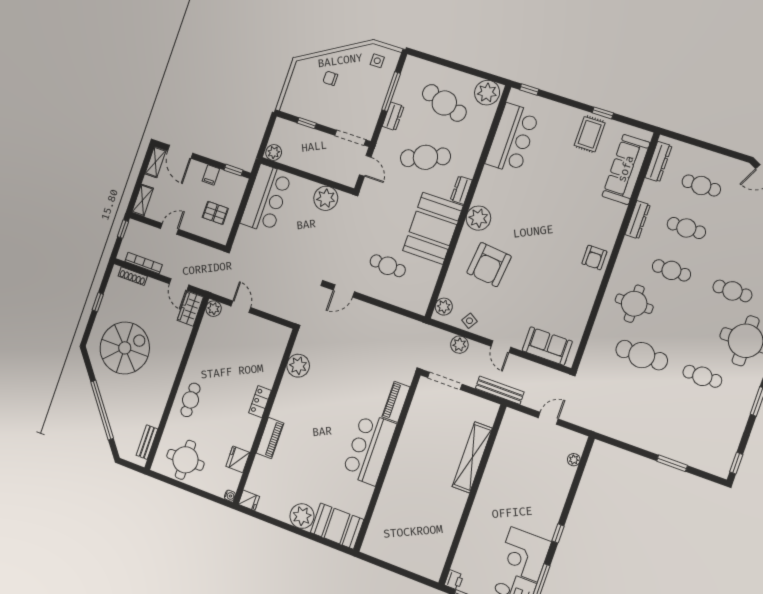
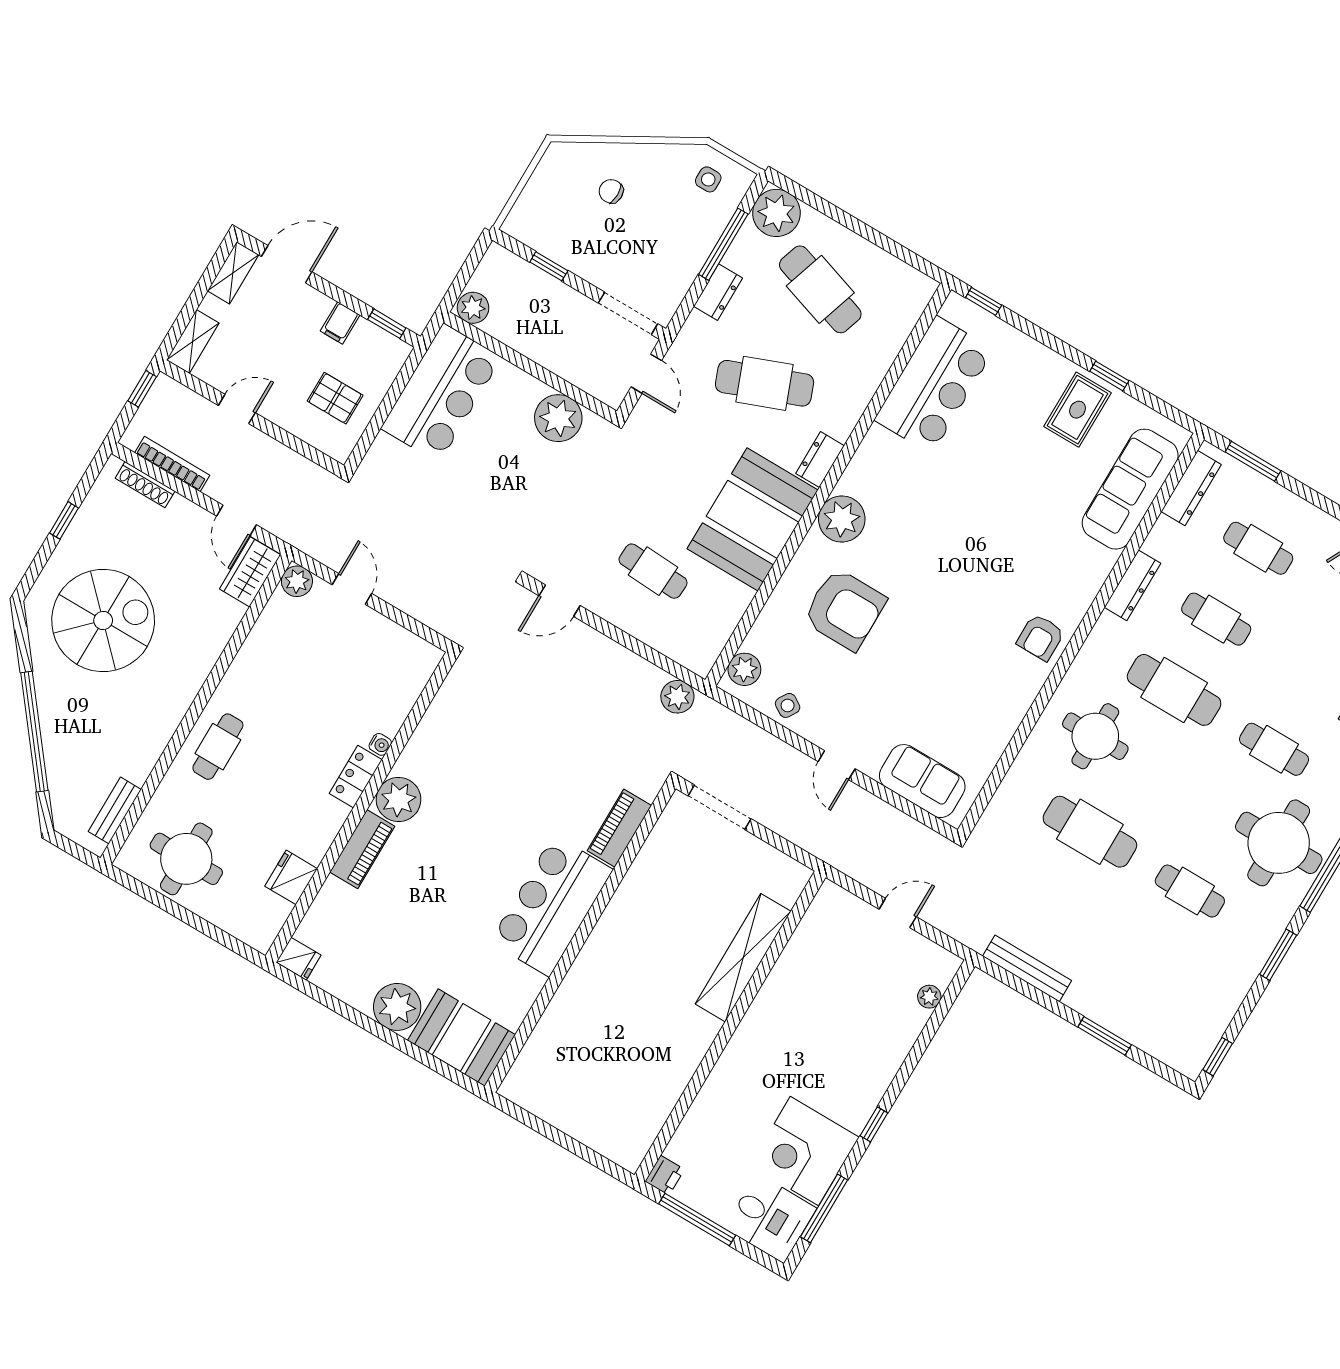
plant: (487, 93) -> (776, 213), moved
window: (689, 140) -> (1253, 461), added
door: (180, 152) -> (287, 264), swing flipped
armchair: (489, 265) -> (844, 609), turned -96
cafe table: (671, 270) -> (1174, 690), width x1.37, depth x1.35
plant: (459, 345) -> (677, 697), moved
plant: (298, 366) -> (398, 800), moved
bench: (500, 390) -> (1027, 968), moved
water cooler: (230, 496) -> (380, 744), moved

